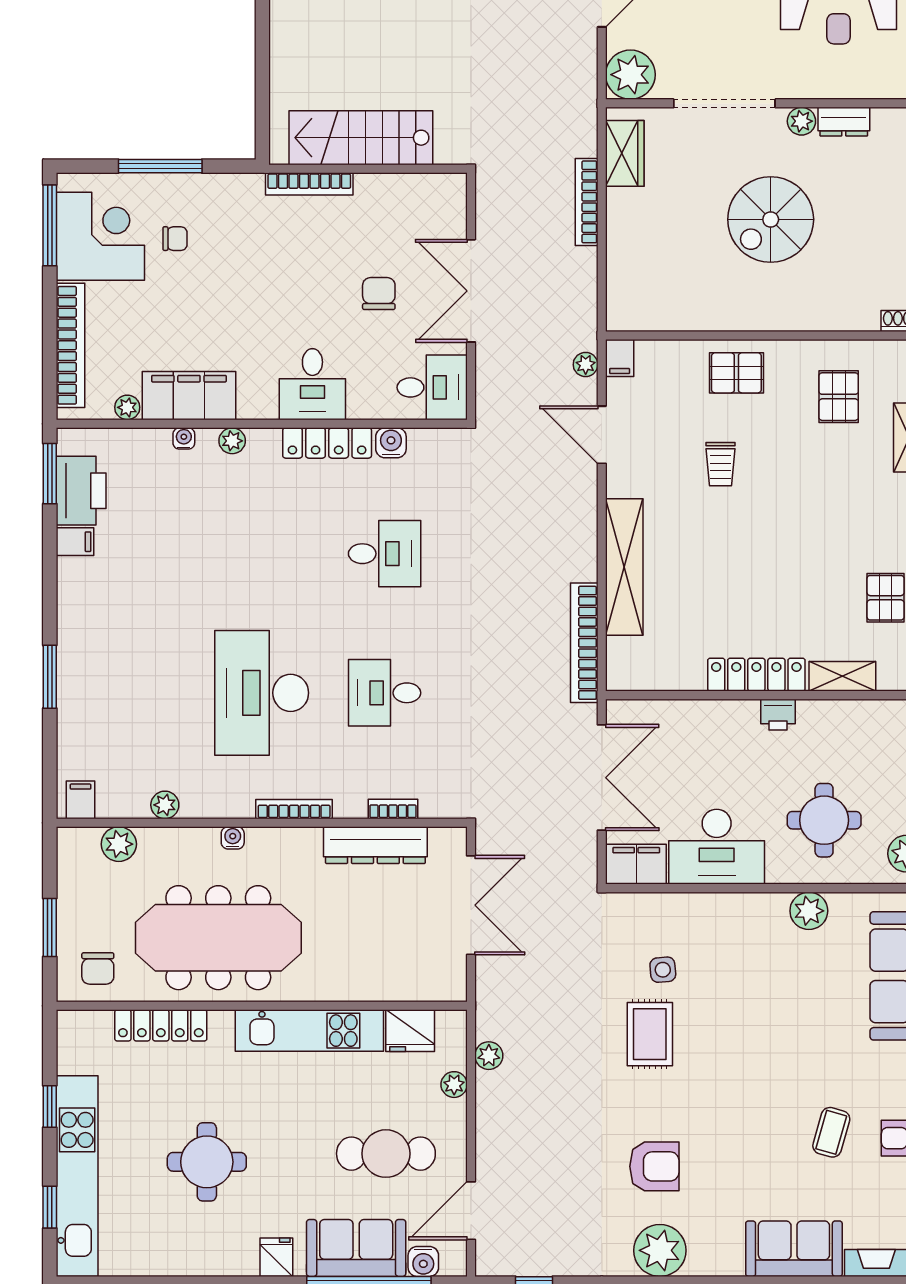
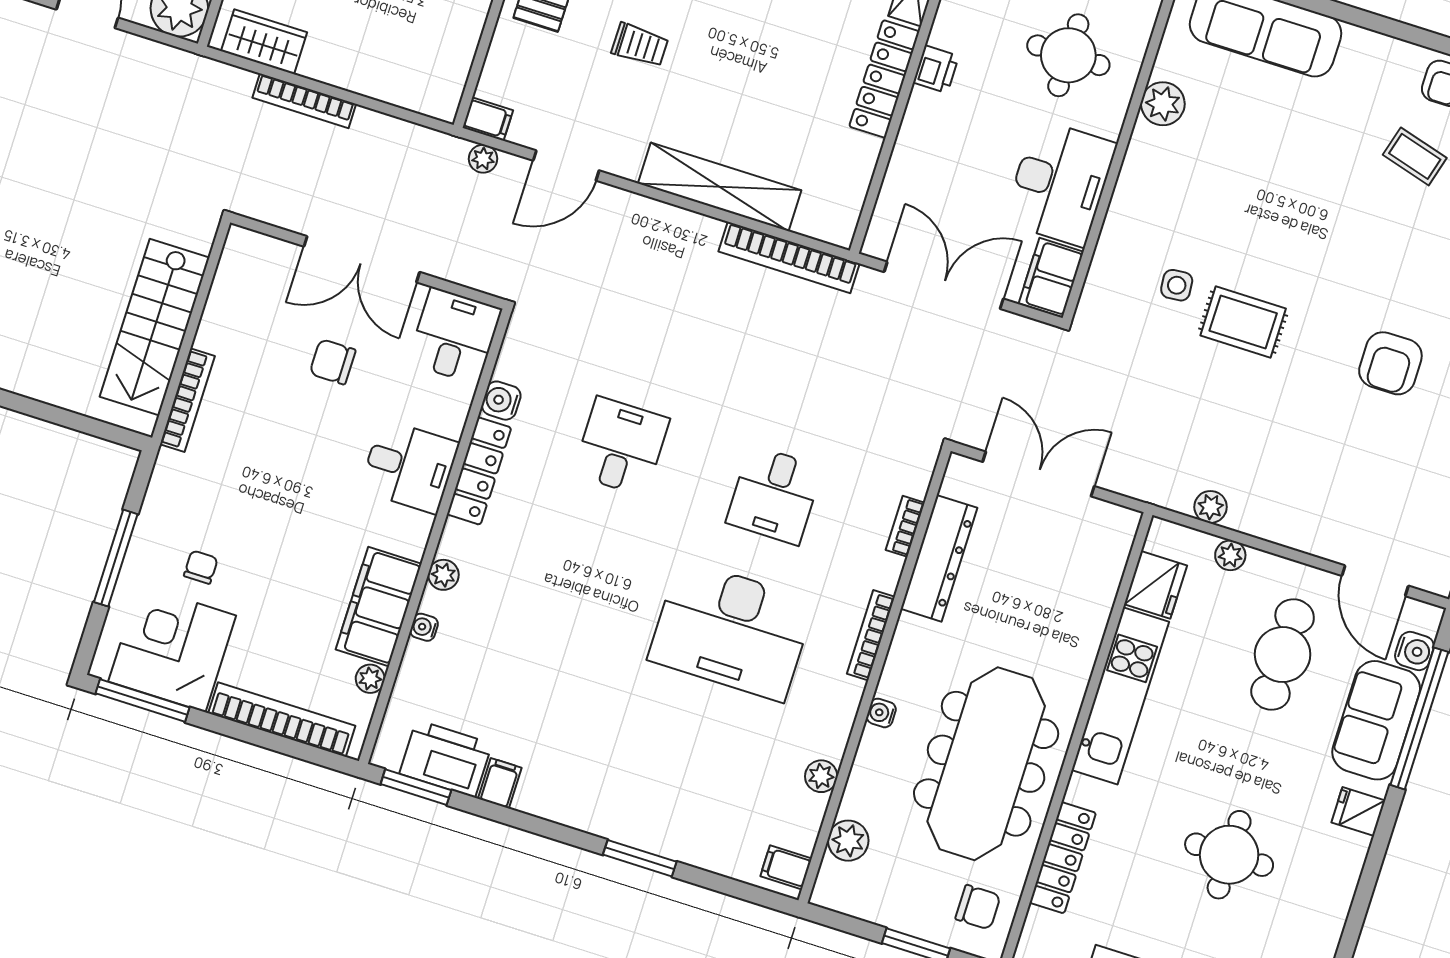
armchair: (654, 1166) -> (1390, 363), turned 180

